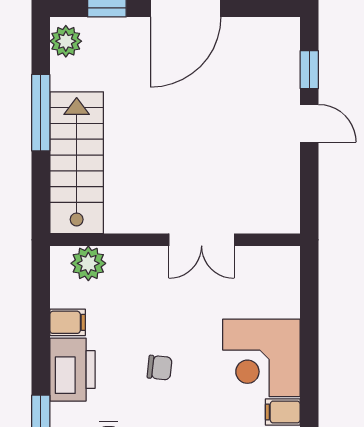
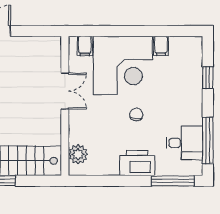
filing cabinet: (68, 322) -> (85, 46), moved, turned 180
corner desk: (261, 358) -> (123, 66), width x1.36, depth x1.36

